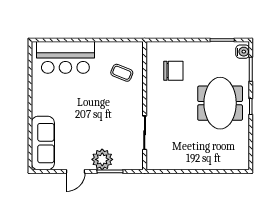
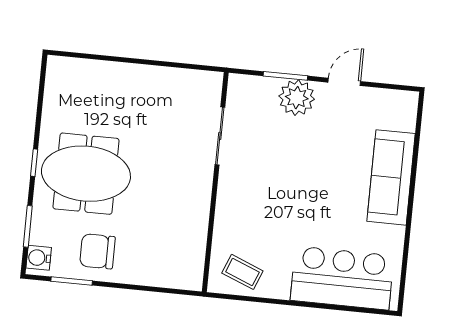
chair: (173, 71) -> (97, 251), moved
coffee table: (122, 73) -> (242, 272), moved
meeting table: (220, 103) -> (86, 174), turned 90
sofa: (43, 143) -> (391, 177), moved

